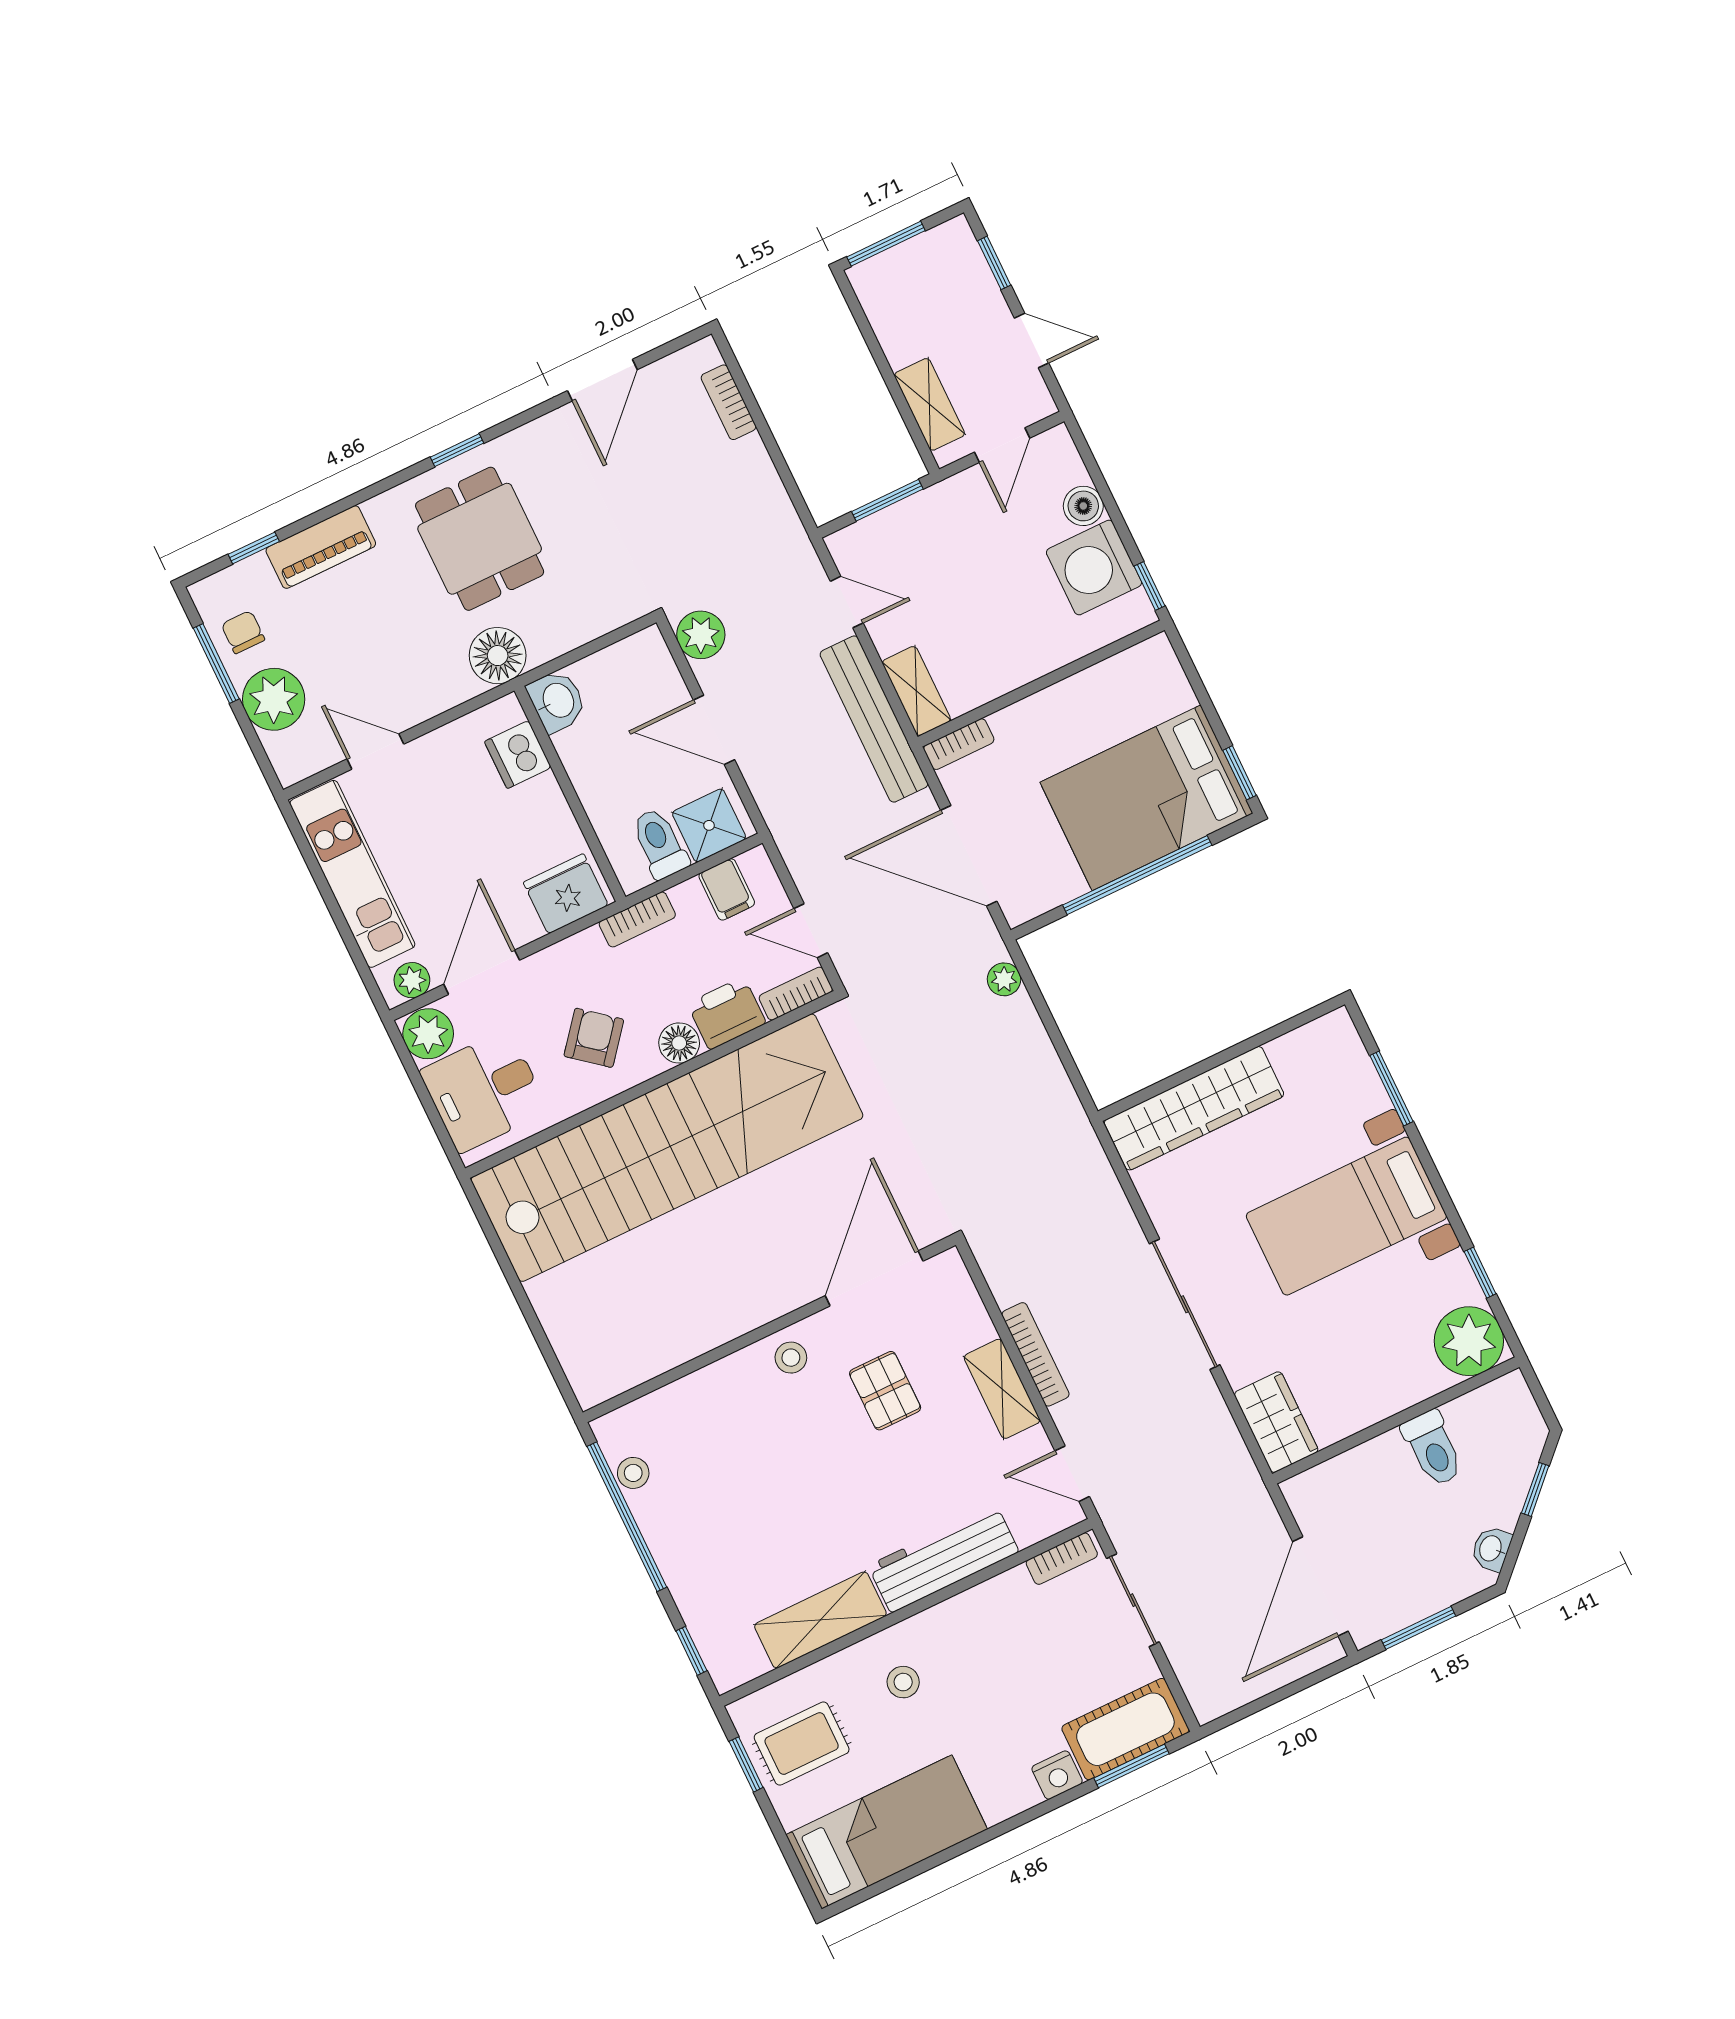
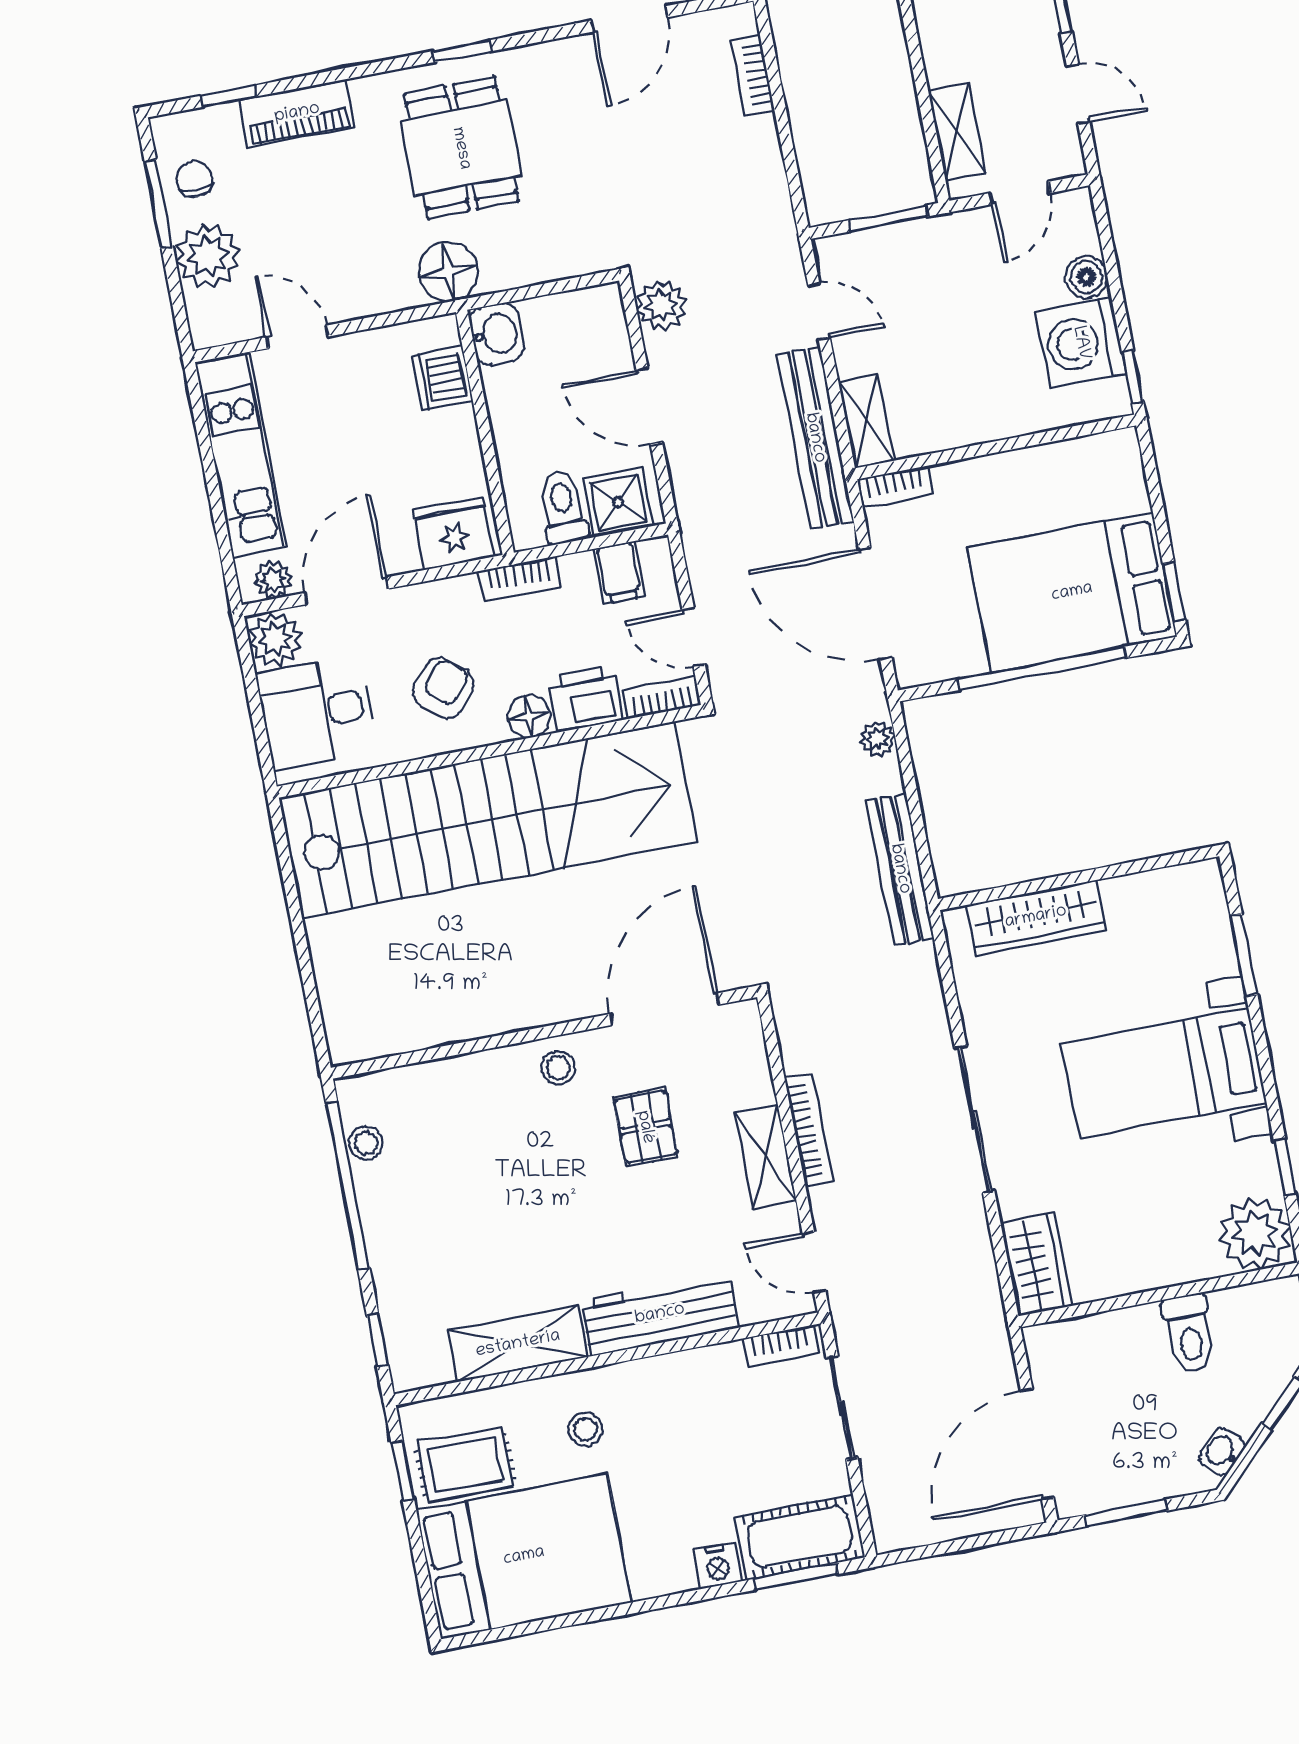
bench: (1056, 1093) -> (900, 869), added
wardrobe: (1194, 1108) -> (1036, 917), width x0.71, depth x0.85
bed: (887, 1832) -> (524, 1556), width x1.50

